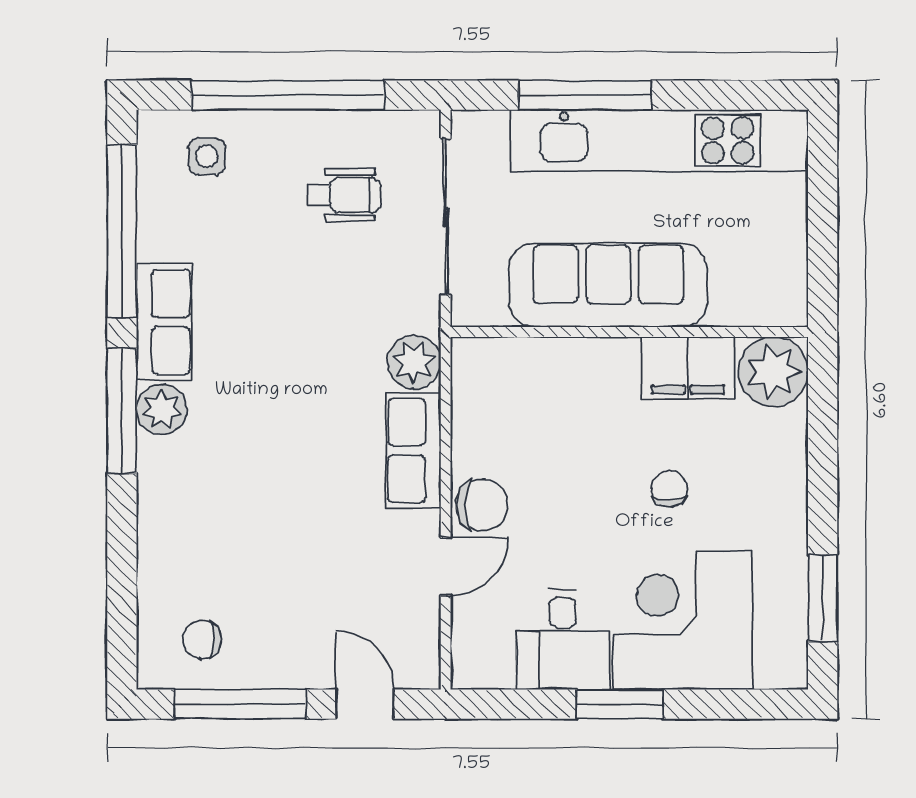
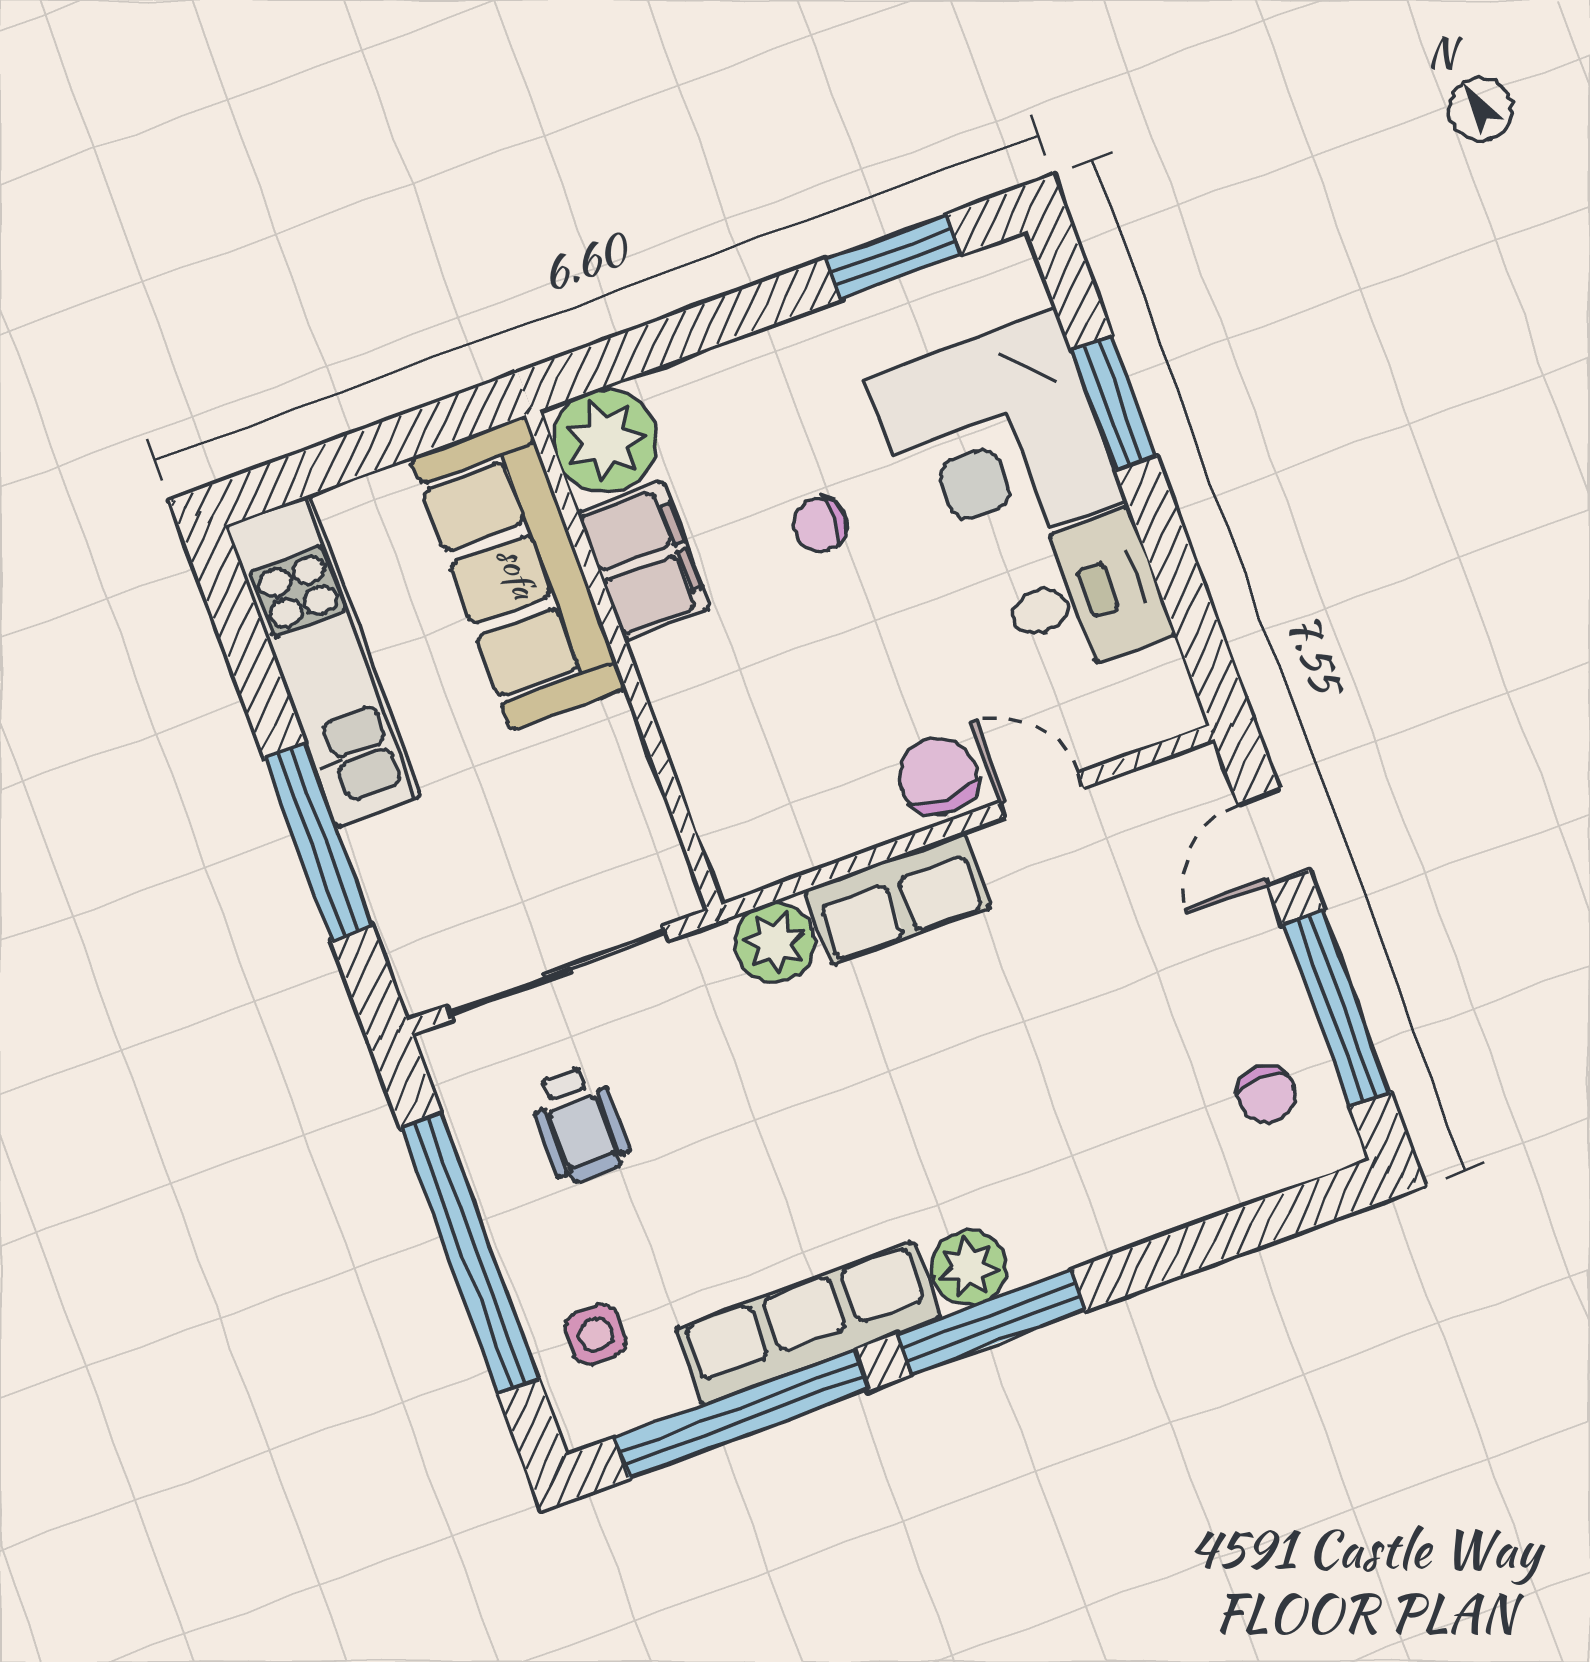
kitchen unit: (659, 140) -> (323, 661), width x0.73
wheelchair: (344, 195) -> (579, 1124), turned 180
sofa: (608, 285) -> (518, 573), moved
row of seats: (164, 322) -> (808, 1323), width x1.48
window: (620, 704) -> (1114, 403), moved

